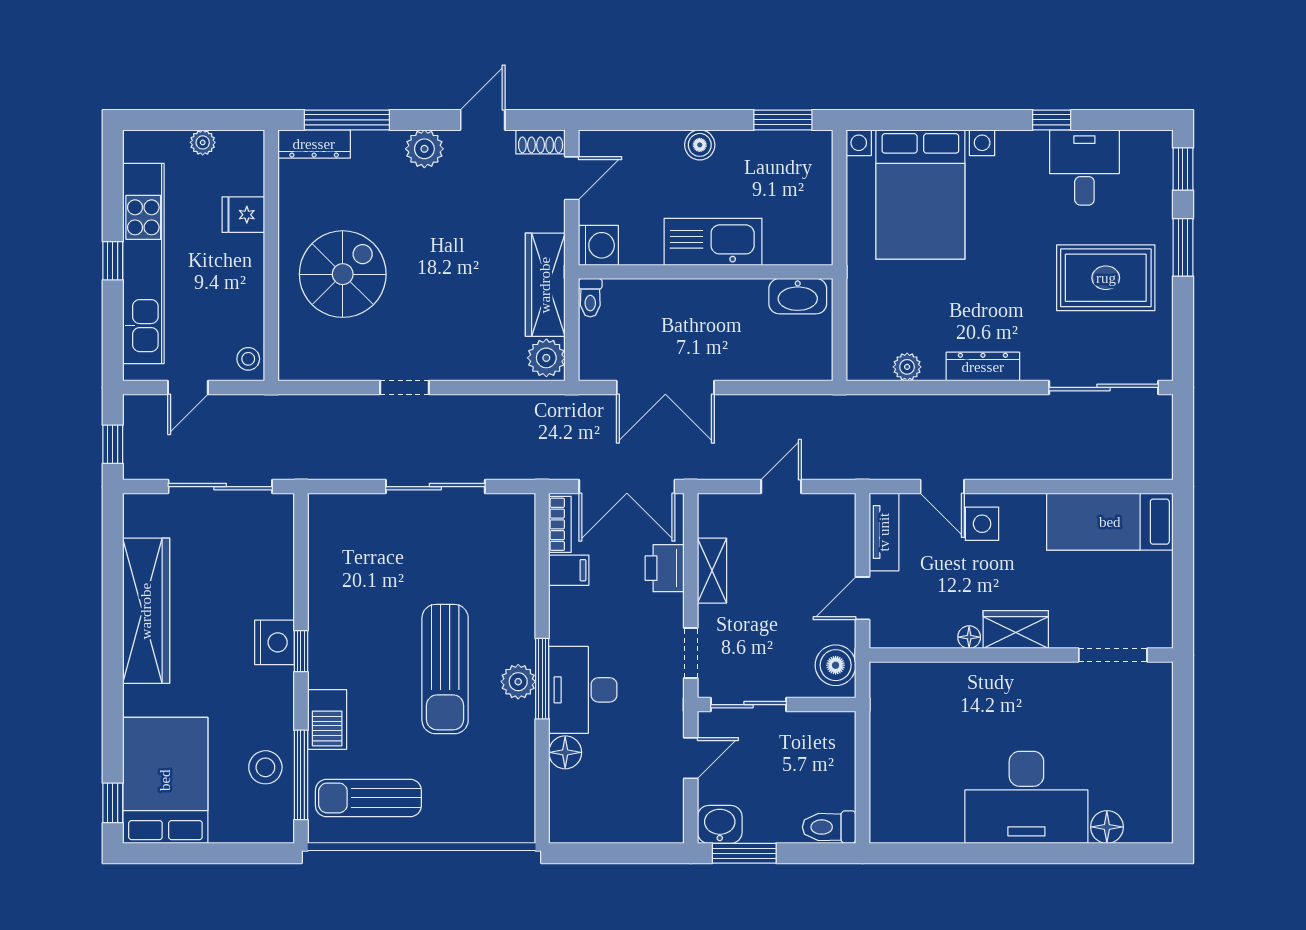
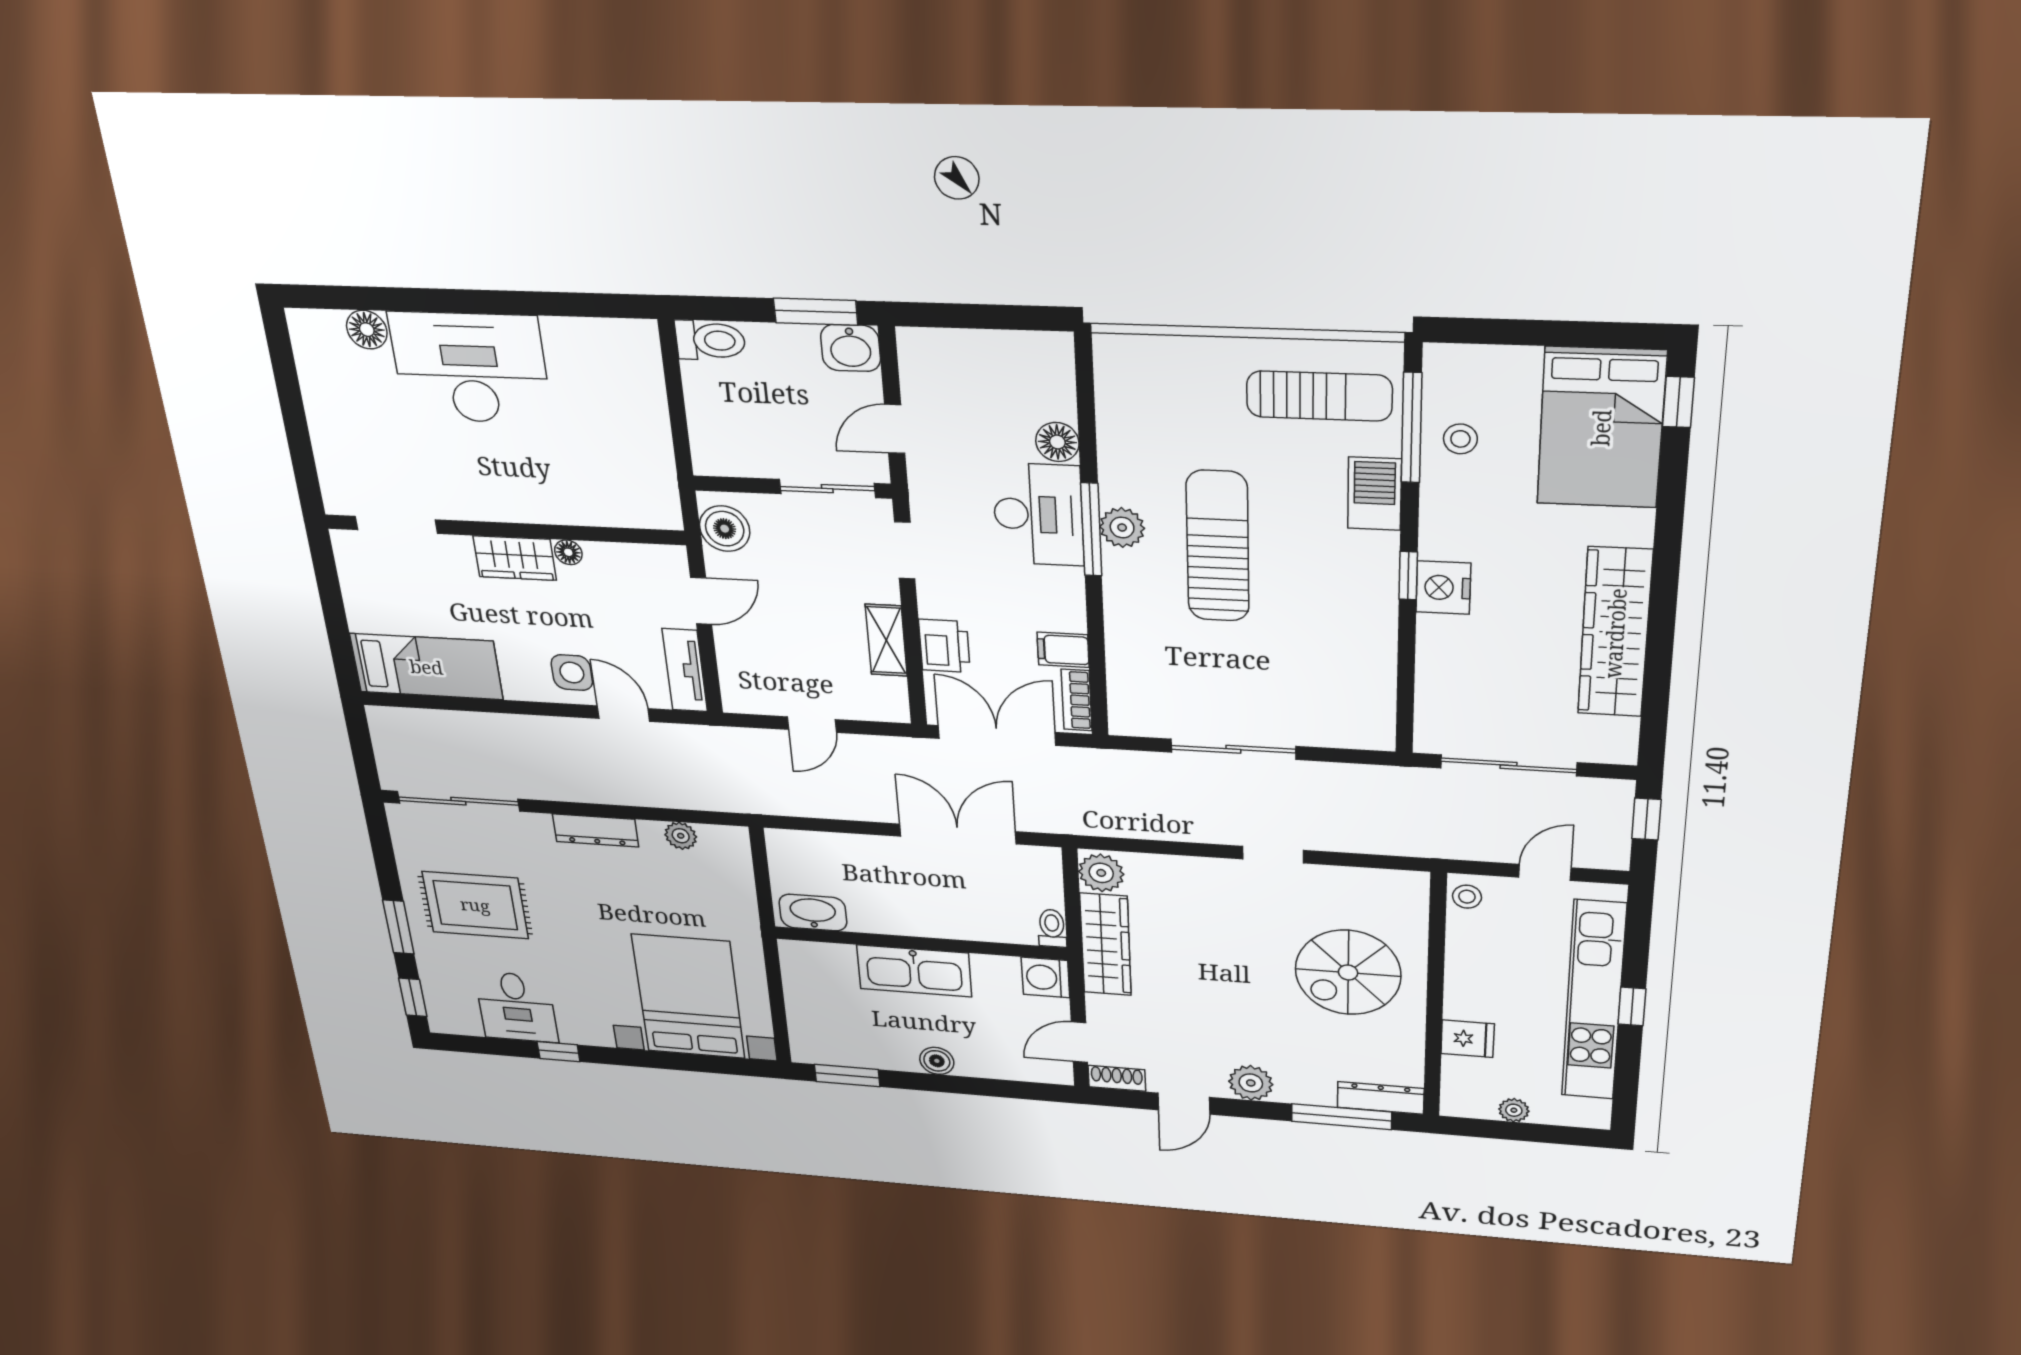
stool: (265, 767) -> (1460, 439), width x0.73, depth x0.73

